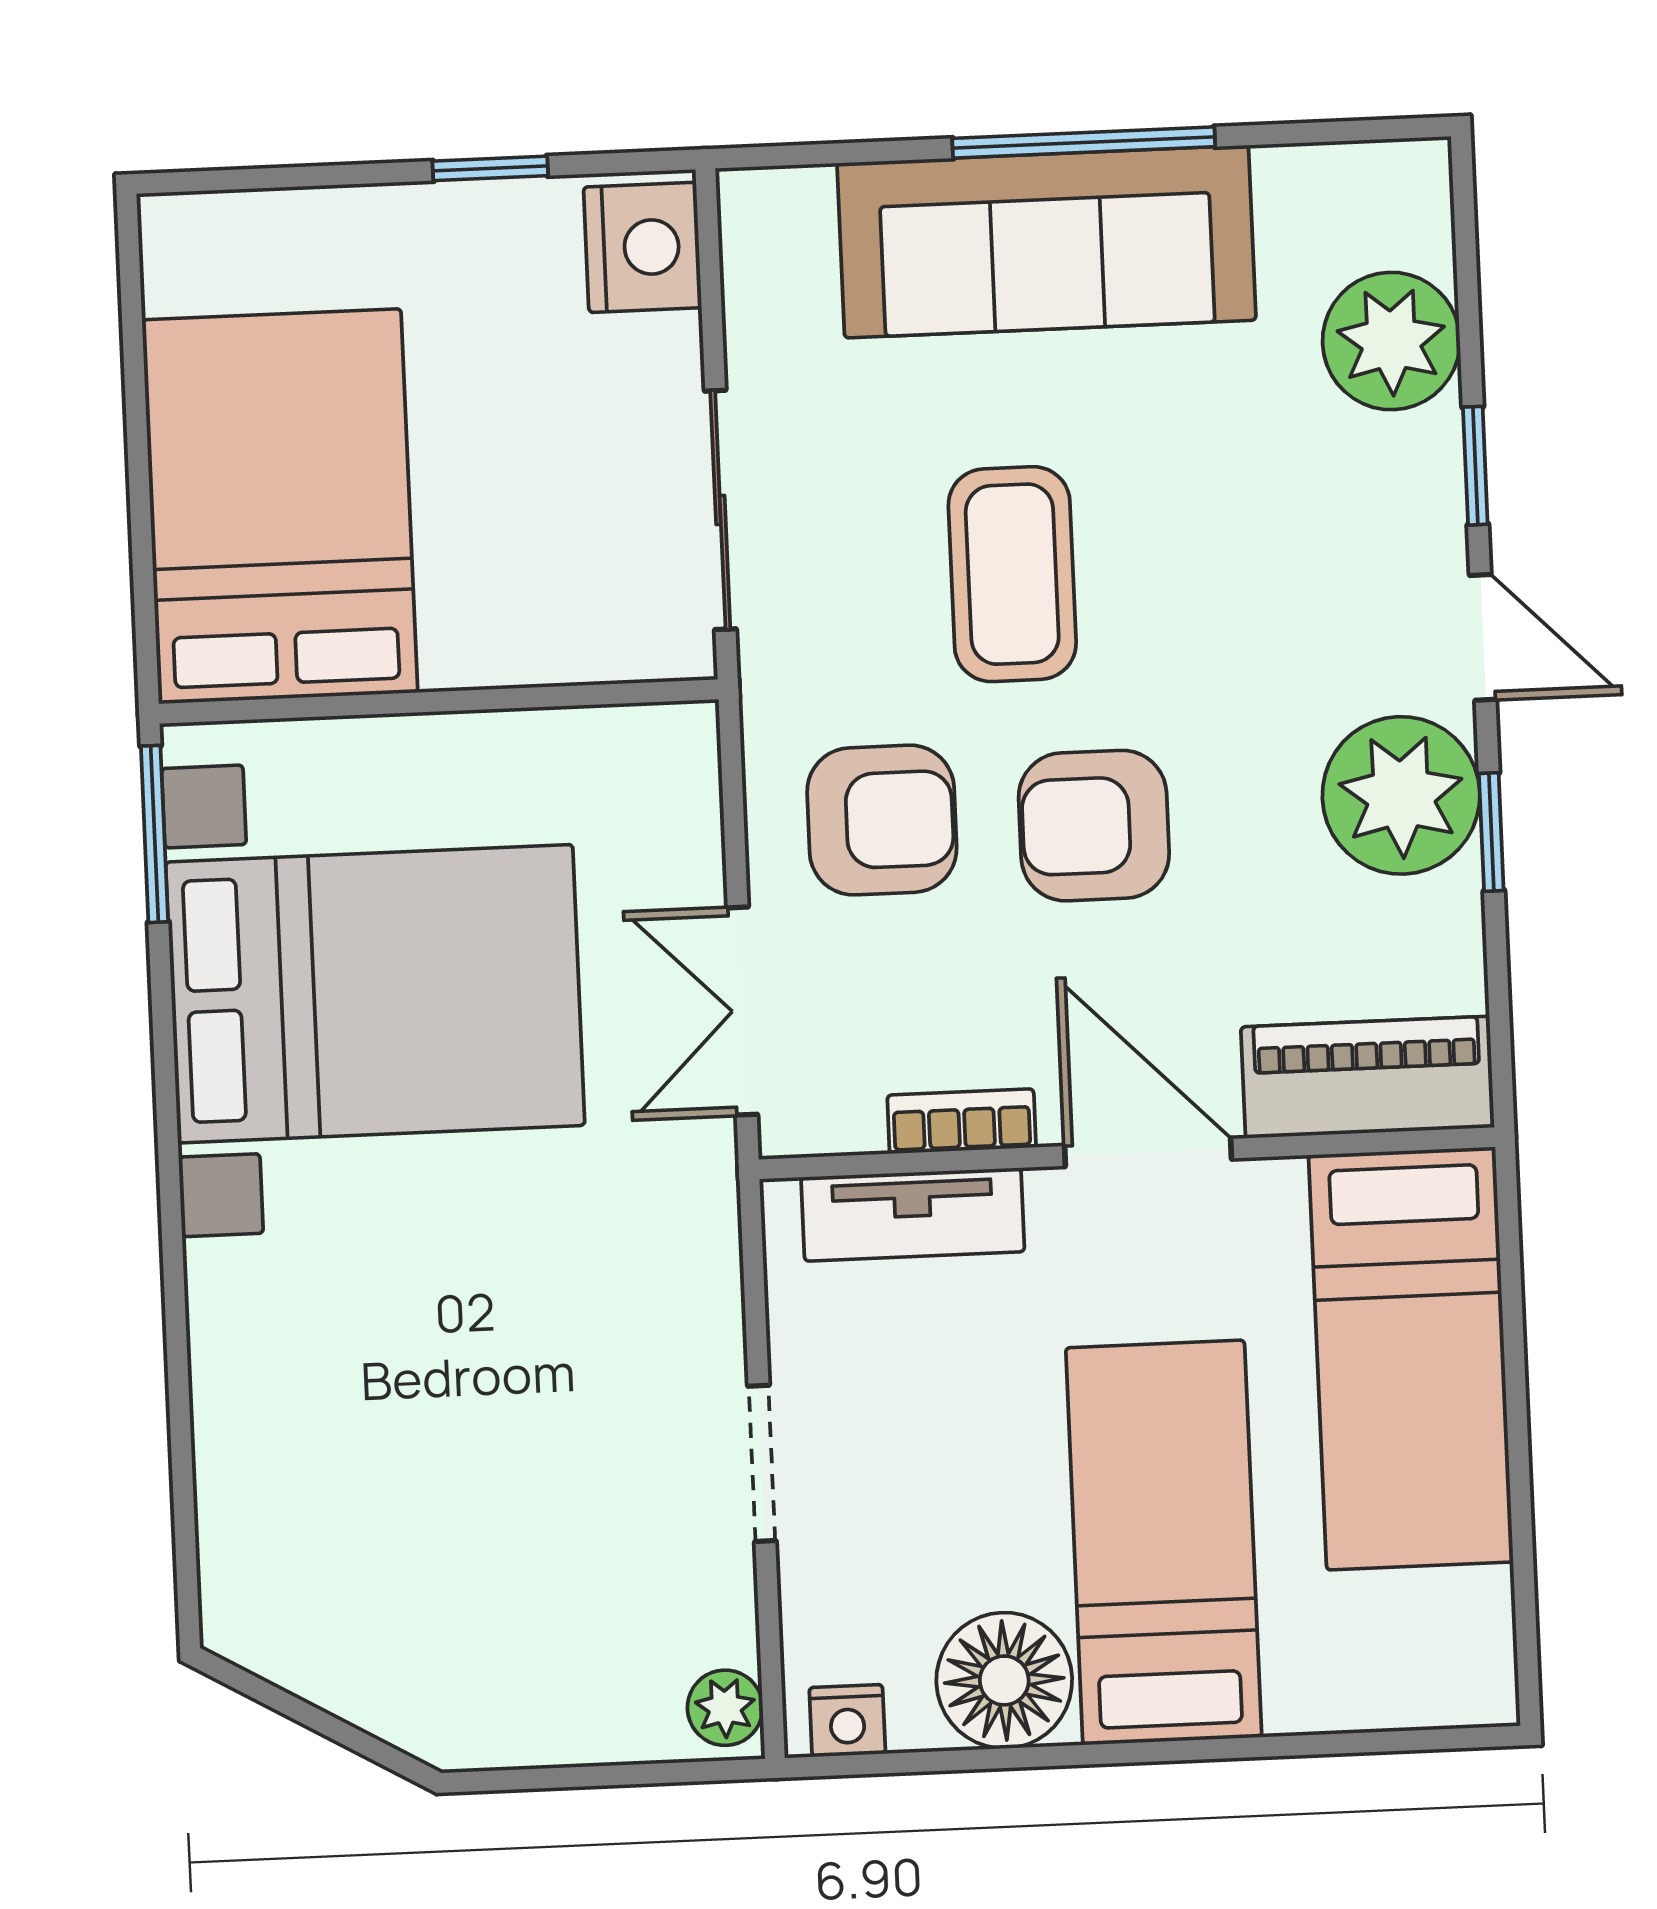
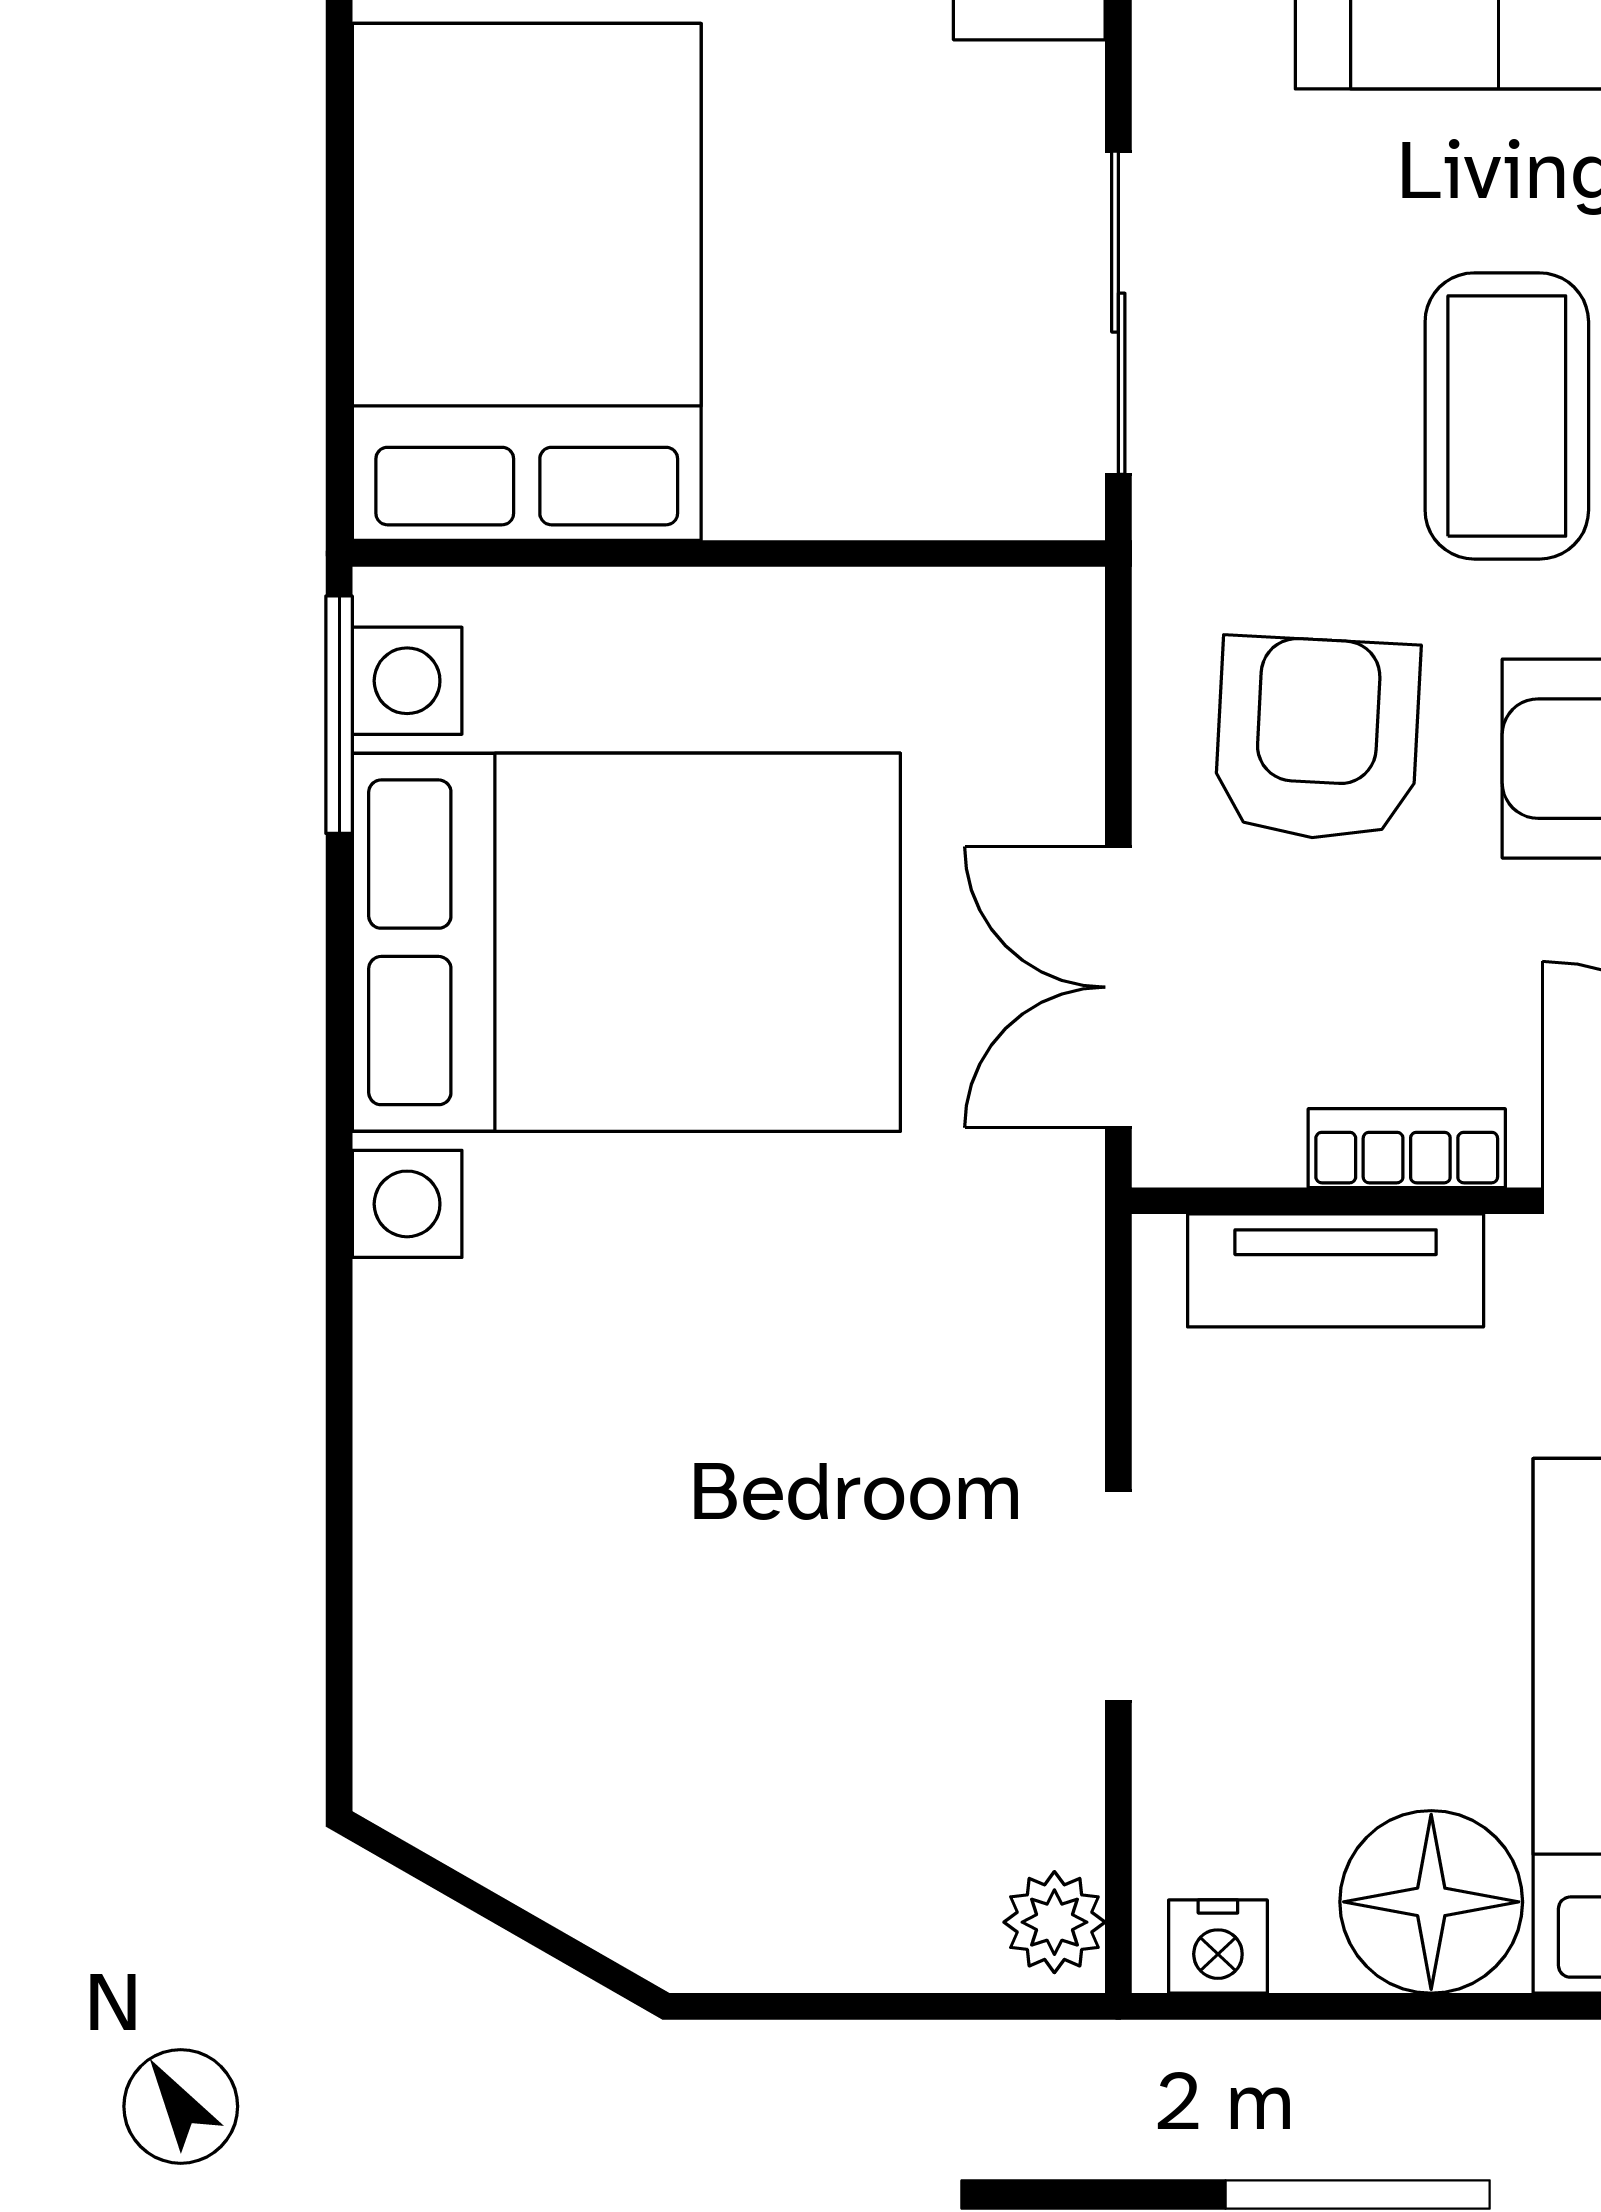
armchair: (882, 820) -> (1317, 739), turned -87

